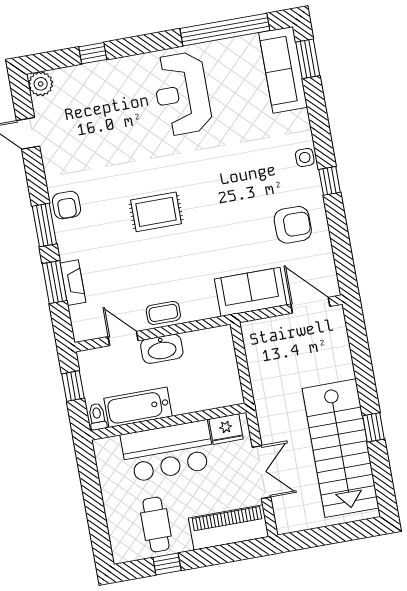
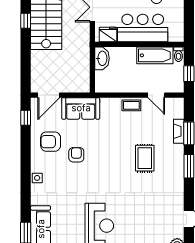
window: (330, 181) -> (26, 118), moved
armchair: (67, 205) -> (76, 155), moved
rug: (156, 212) -> (145, 158), moved, turned 90
door: (310, 305) -> (49, 95), hinge flipped
washbasin: (162, 349) -> (102, 58), moved, turned 90

